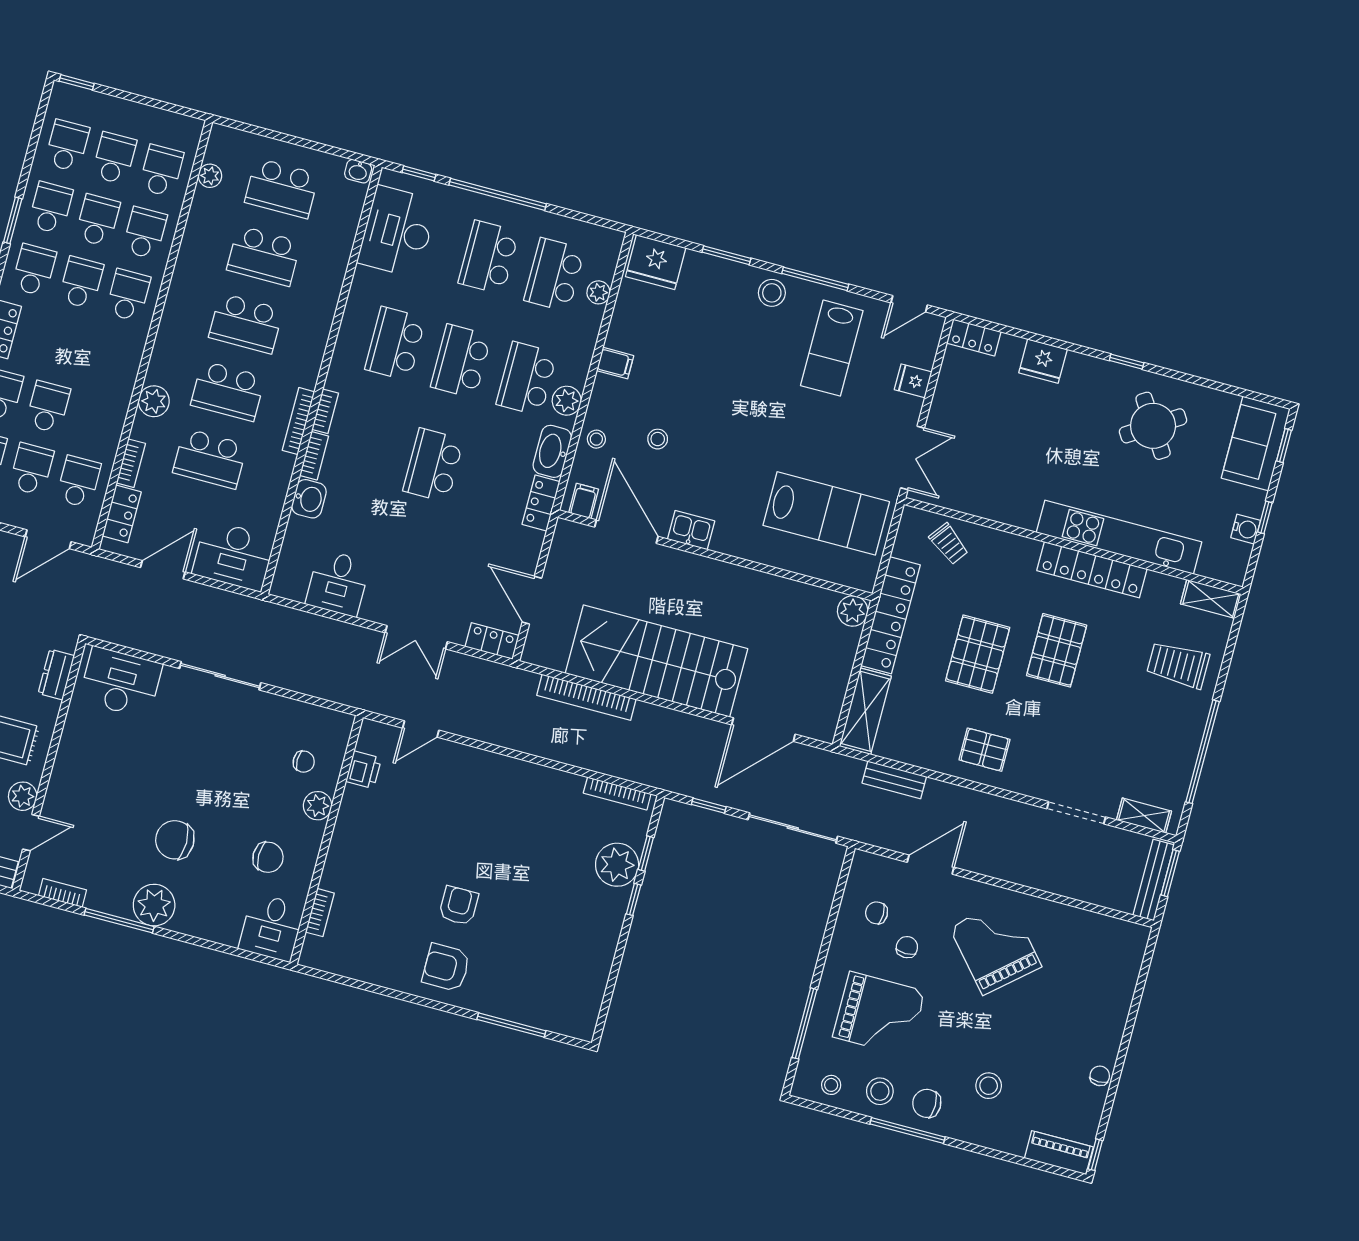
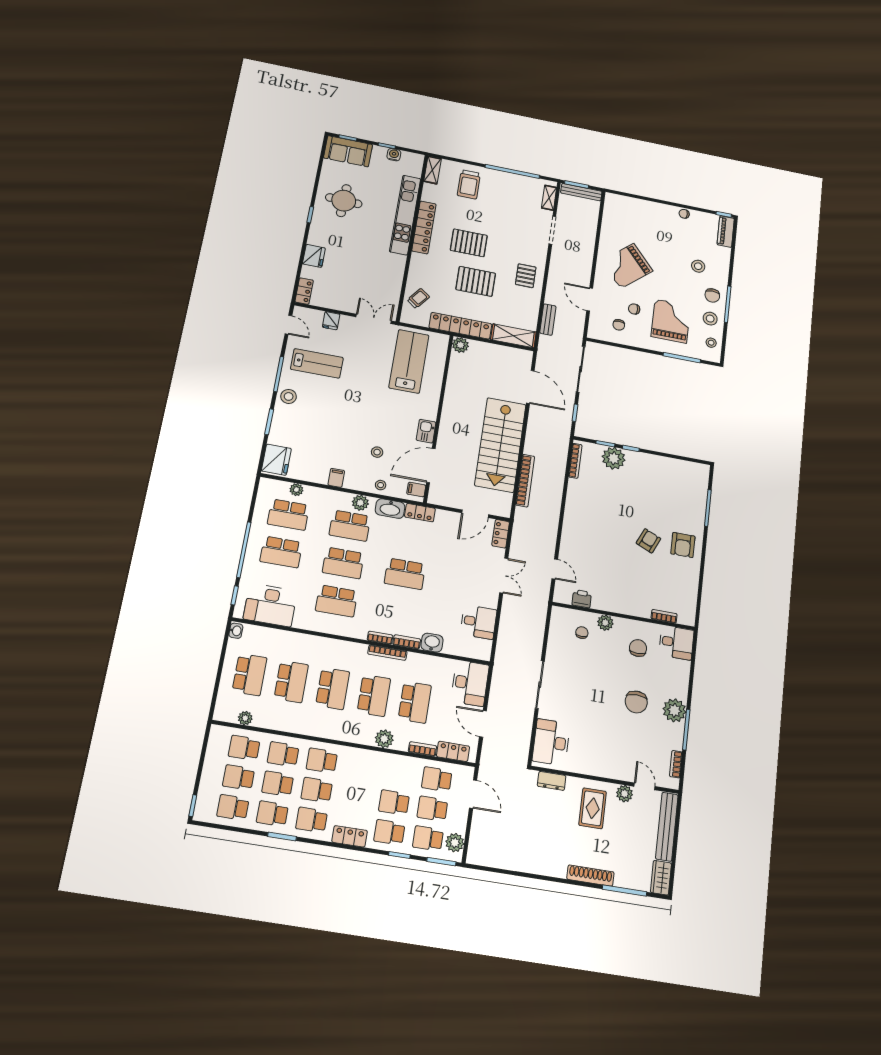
round table: (1153, 426) -> (344, 201), turned 35
armchair: (459, 906) -> (648, 541), turned 114

